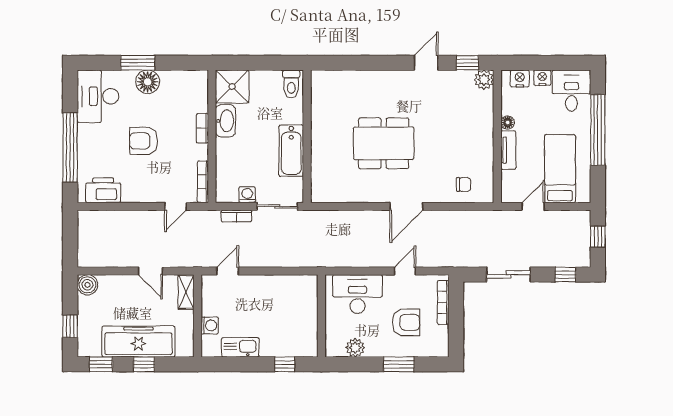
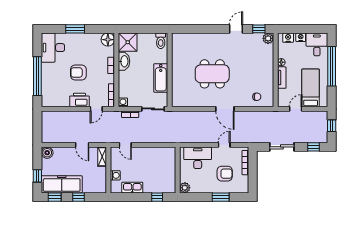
floor lamp: (148, 82) -> (108, 40), moved
printer: (103, 190) -> (79, 100), moved
washing machine: (247, 195) -> (123, 102), moved
door: (406, 206) -> (225, 109), hinge flipped
door: (228, 271) -> (125, 145), swing flipped
freezer: (138, 342) -> (62, 184), moved
plant: (355, 348) -> (185, 188), moved

